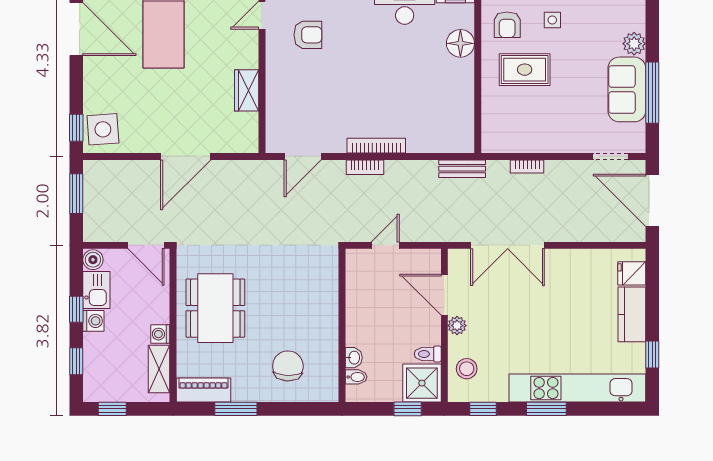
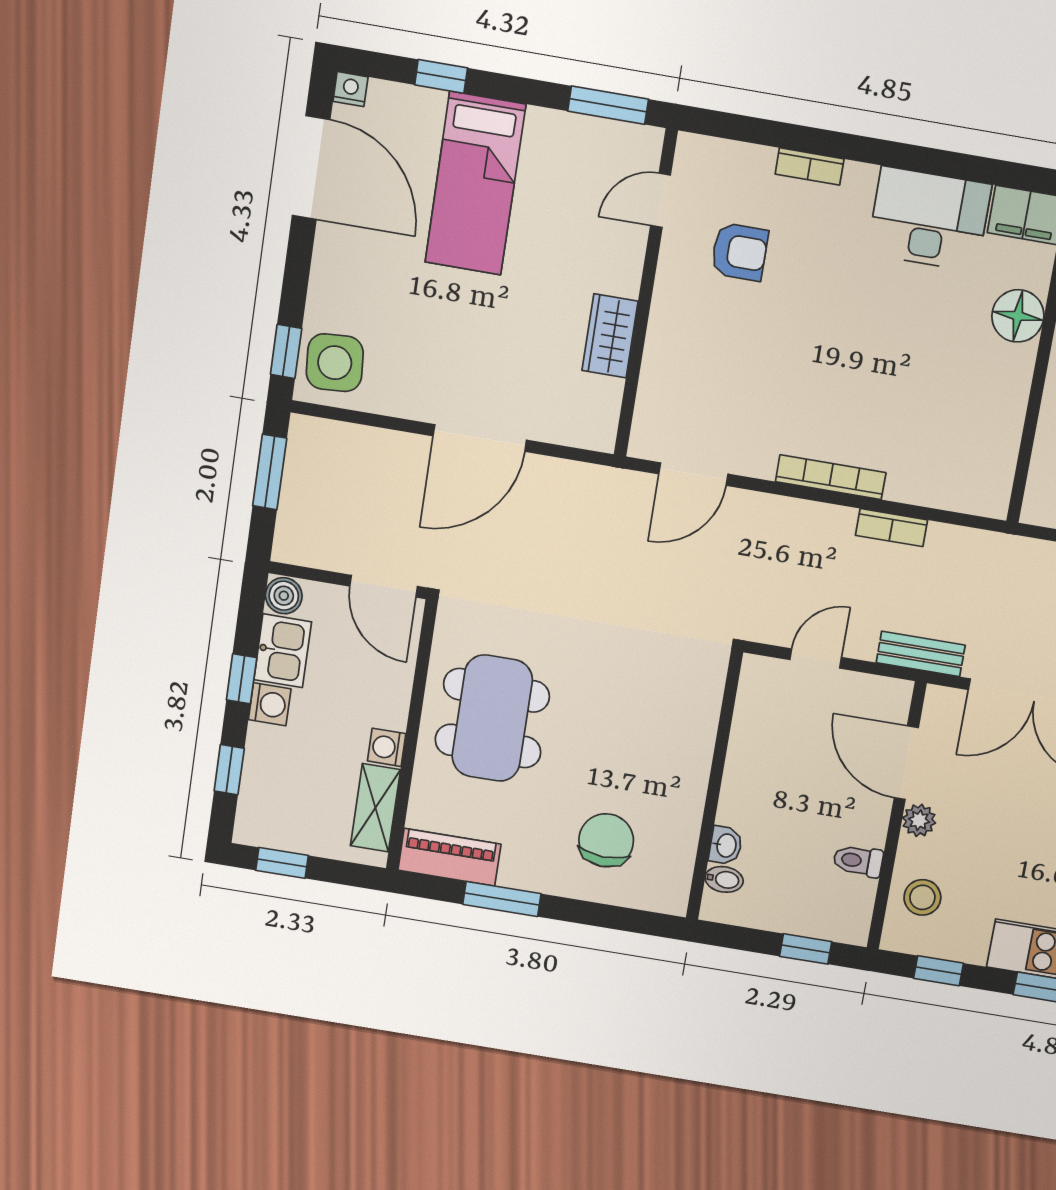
bookcase: (365, 167) -> (891, 528), moved
bench: (462, 169) -> (921, 654), moved
shower: (422, 383) -> (839, 909), removed

